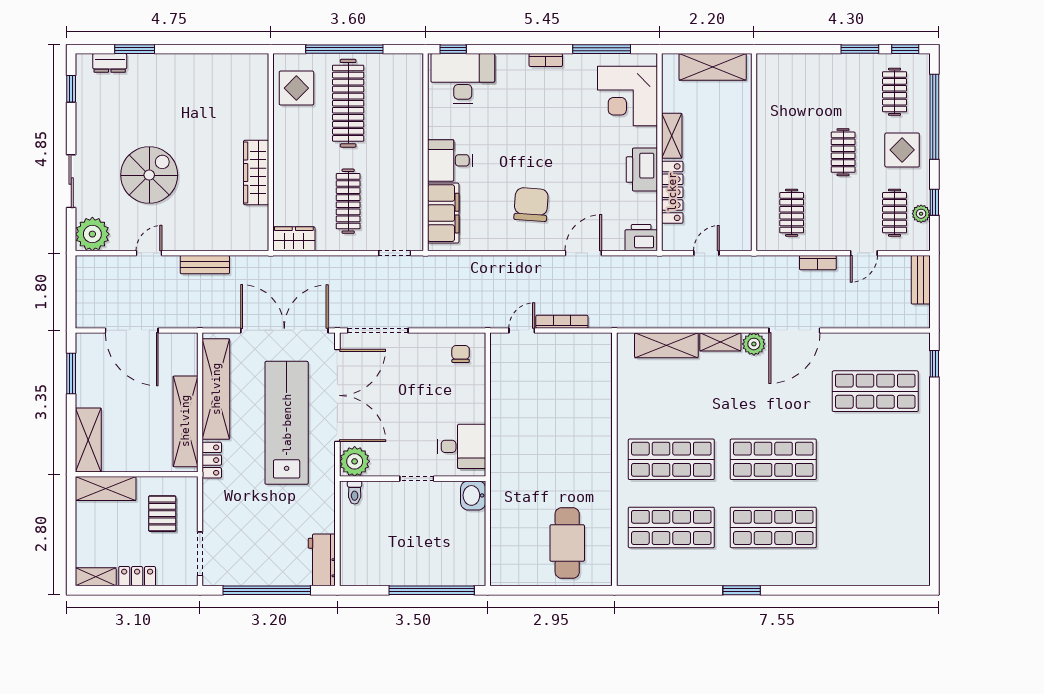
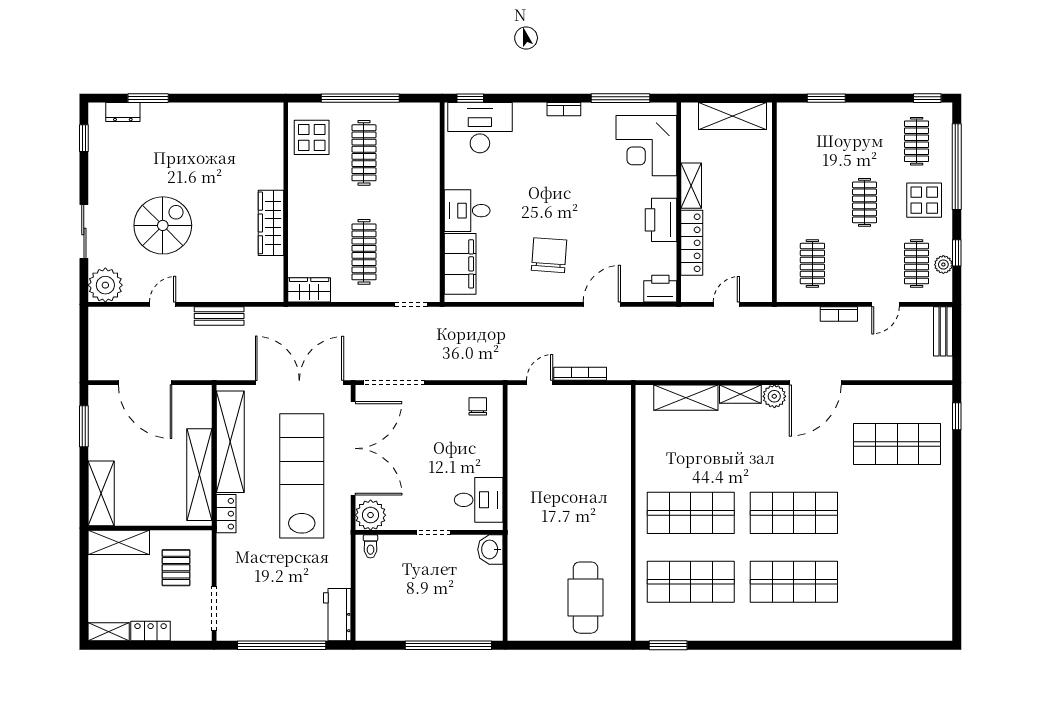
window: (860, 49) -> (826, 98), moved
clothes rail: (348, 103) -> (364, 153), width x0.73, depth x0.76
window: (742, 590) -> (668, 645), moved

